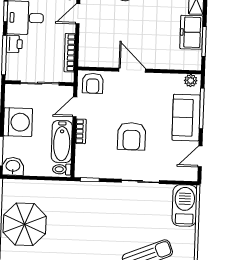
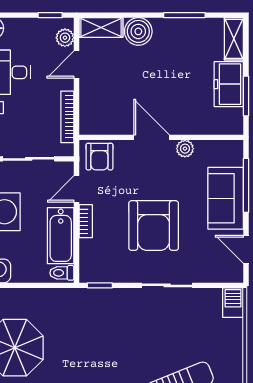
plant: (191, 81) -> (185, 149), moved
armchair: (132, 136) -> (154, 226), width x1.36, depth x1.36
door: (200, 156) -> (246, 249), hinge flipped
barbecue: (185, 206) -> (233, 303), width x0.53, depth x0.65

